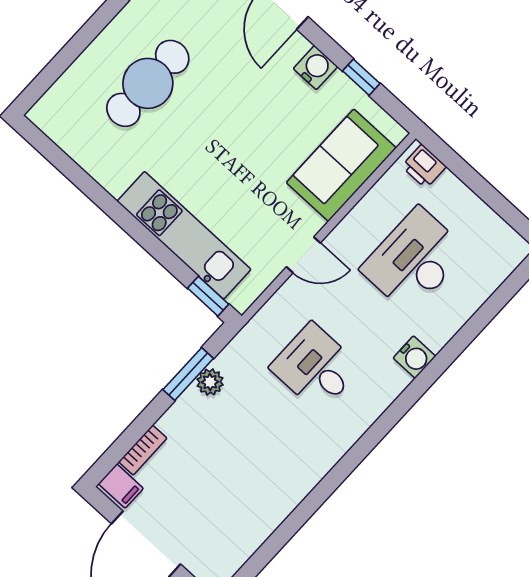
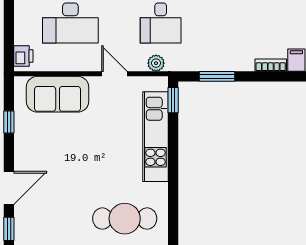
water cooler: (315, 68) -> (24, 147), removed
cafe table: (148, 83) -> (125, 219), moved
plant: (210, 382) -> (156, 63), moved

